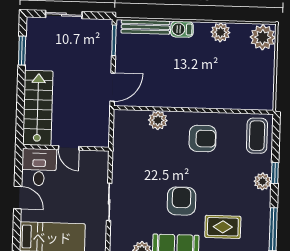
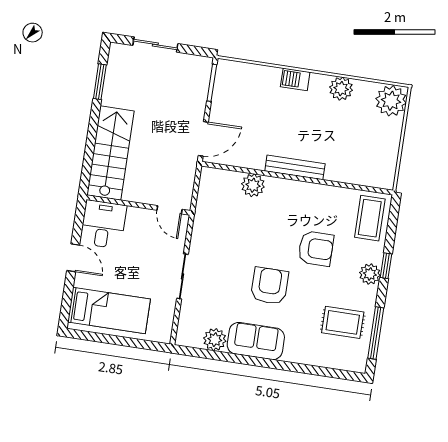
bench: (145, 27) -> (295, 167), moved
armchair: (203, 139) -> (316, 249), moved
door: (69, 148) -> (170, 210), moved
rug: (223, 227) -> (343, 322), moved

